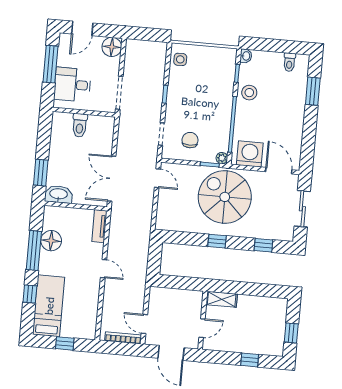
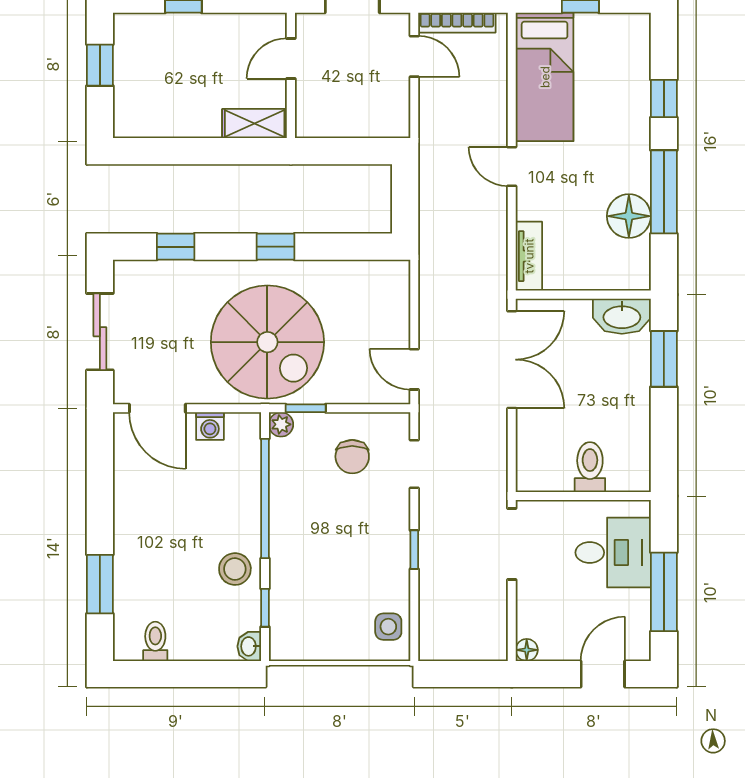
floor lamp: (112, 47) -> (527, 650), width x0.53, depth x0.53
washing machine: (250, 154) -> (210, 426), width x0.53, depth x0.53
bed: (49, 306) -> (545, 77), moved

